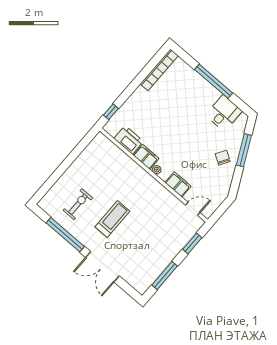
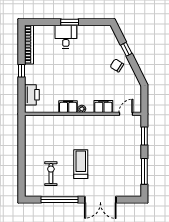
window: (214, 81) -> (70, 22), width x0.47
window: (111, 112) -> (21, 71), moved
desk: (224, 113) -> (66, 37), moved
printer: (129, 140) -> (32, 95), moved, turned 90
window: (244, 150) -> (126, 49), width x0.46

